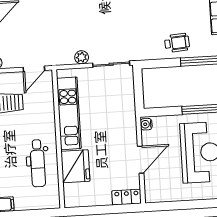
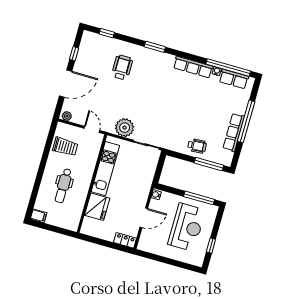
plant: (82, 57) -> (125, 128), width x1.88, depth x1.88
door: (34, 69) -> (92, 129), swing flipped
dental chair: (38, 163) -> (63, 186), moved

